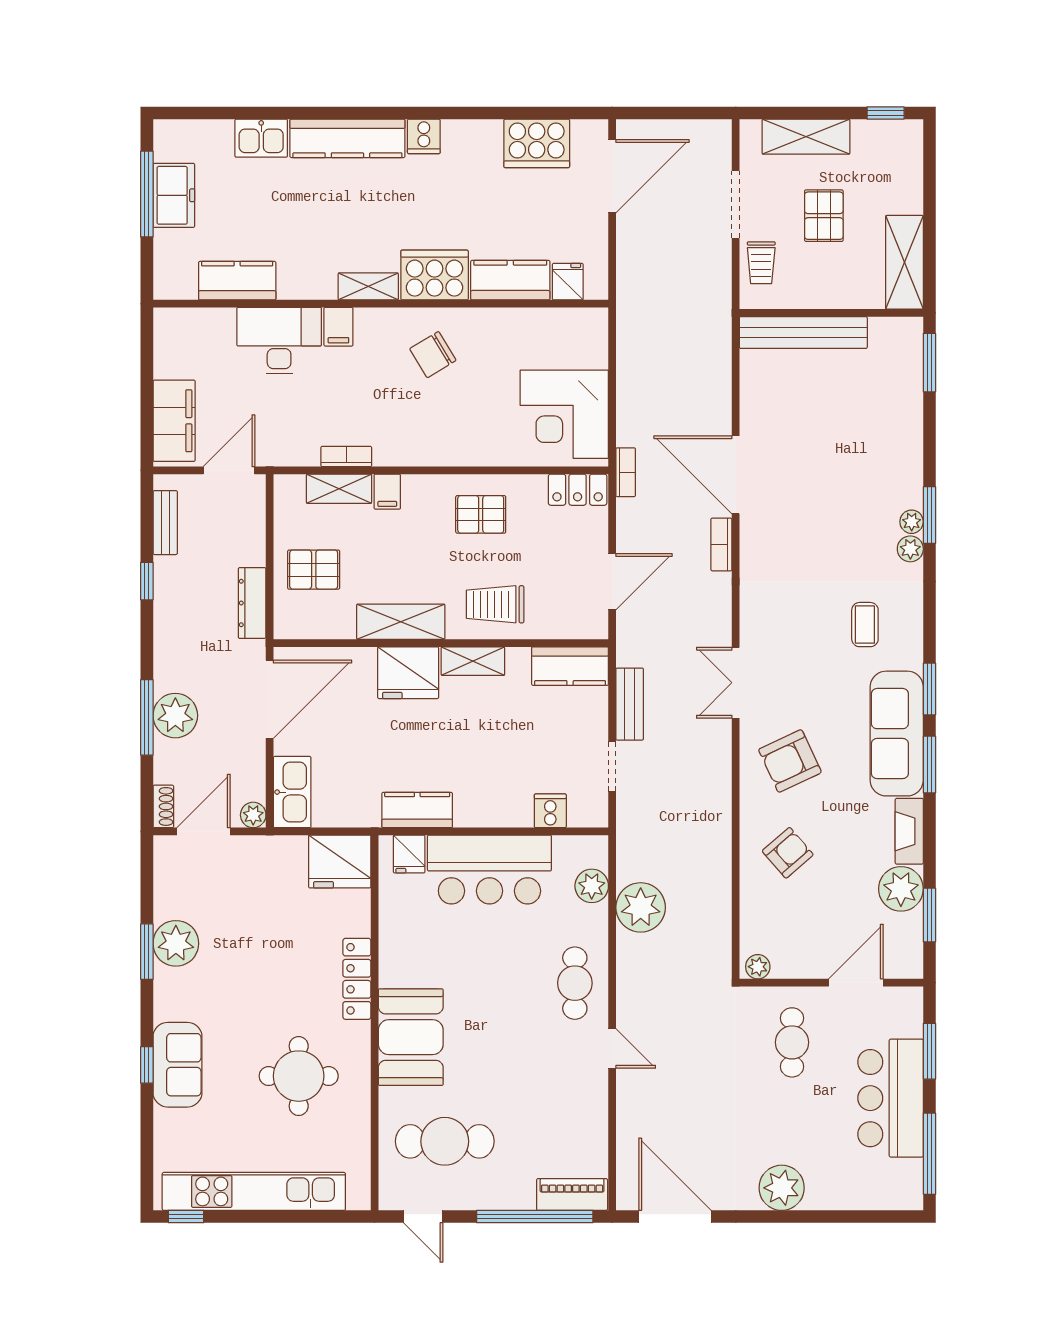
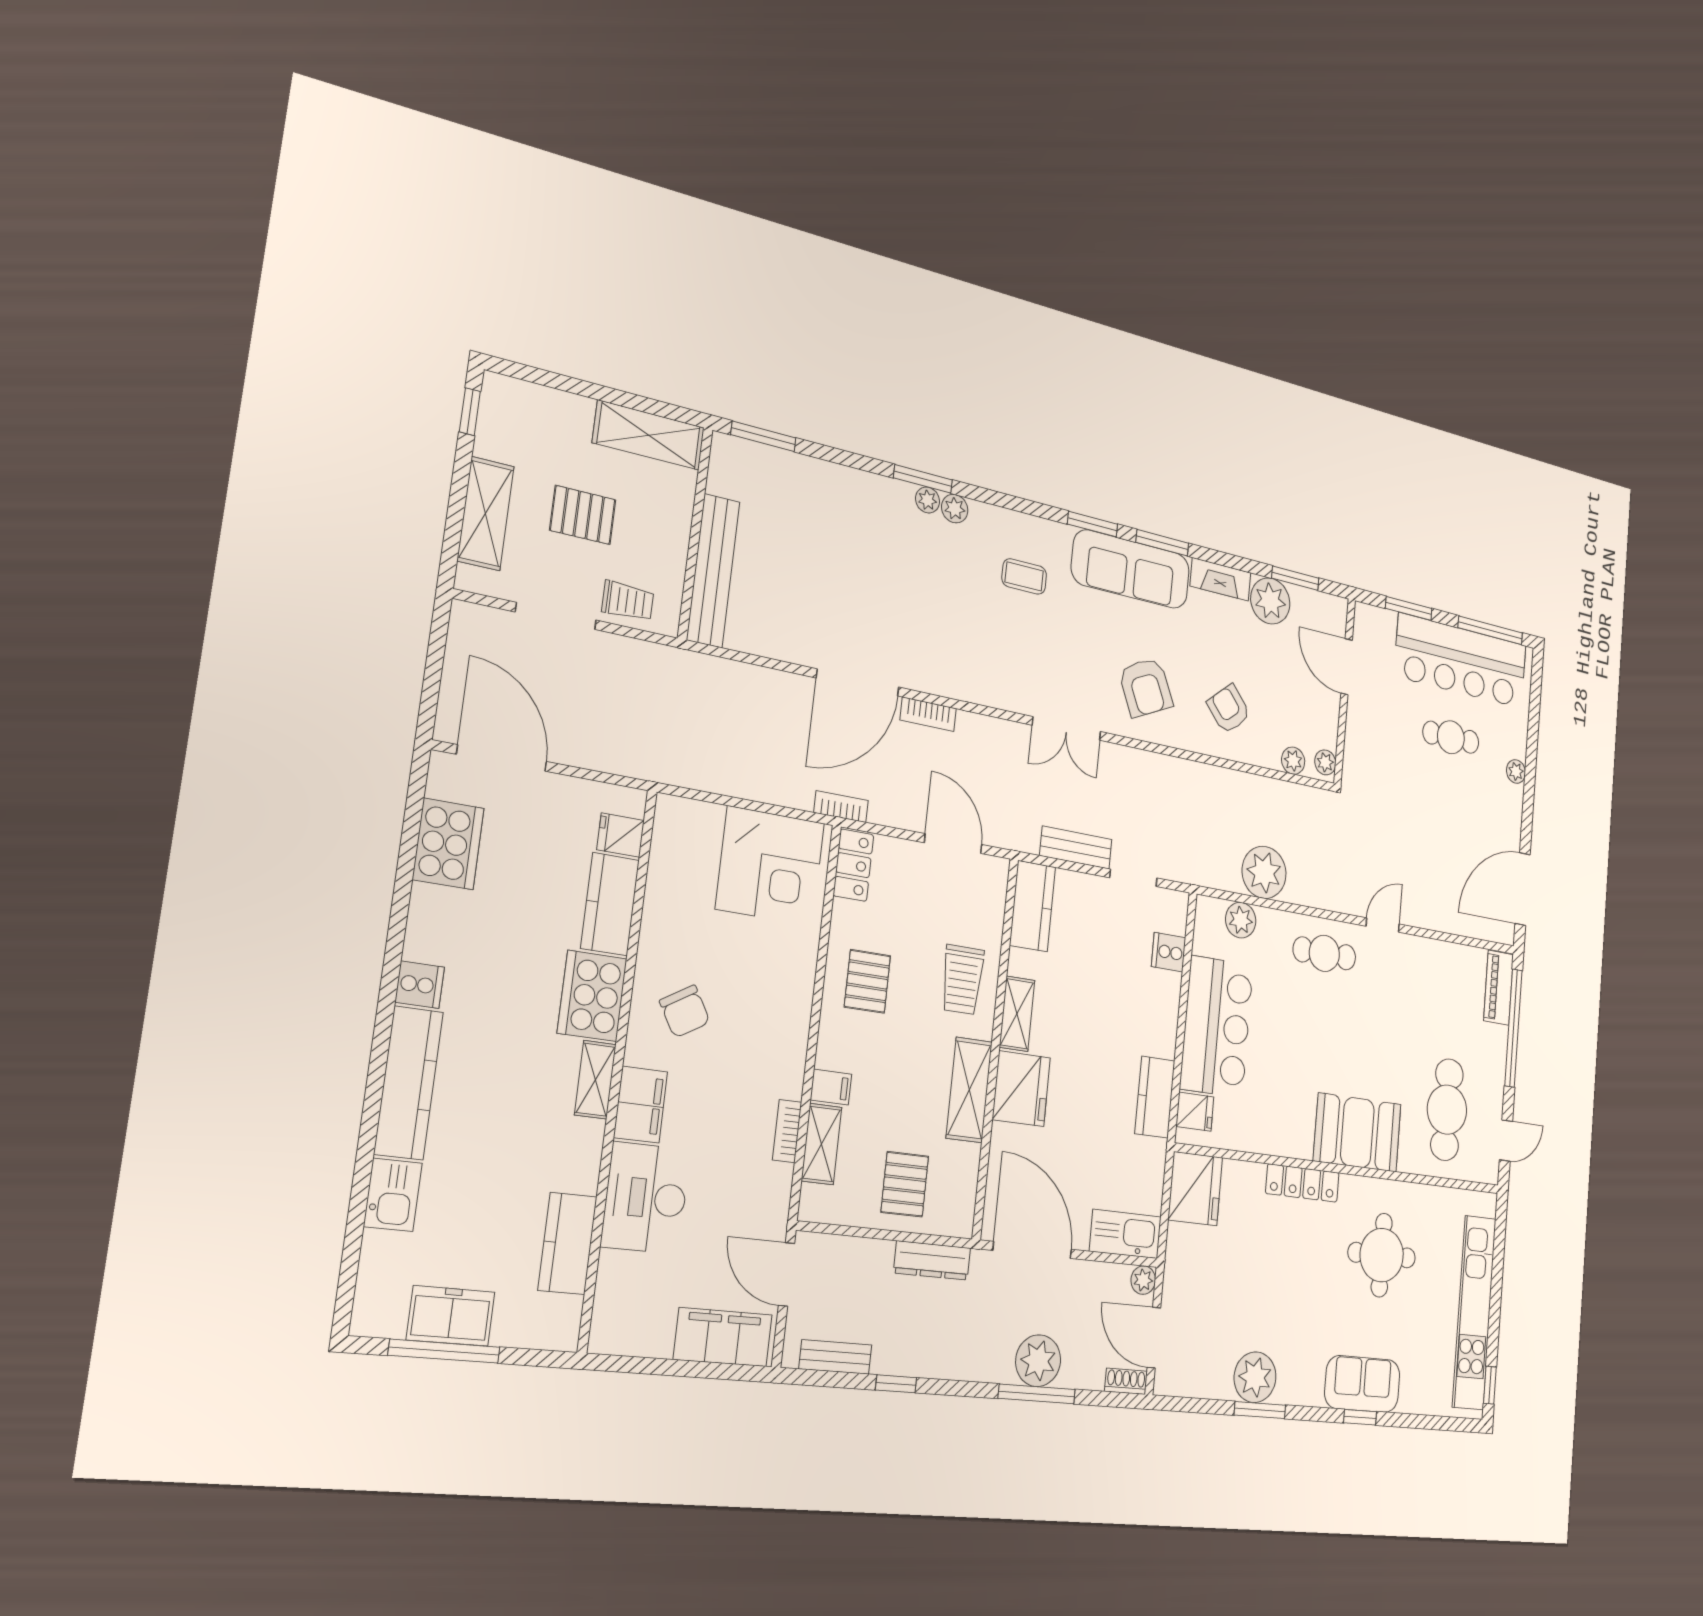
filing cabinet: (338, 327) -> (641, 1105), width x2.00
plant: (753, 930) -> (1293, 761), added
cafe table: (792, 1042) -> (1451, 737), moved
bar counter: (891, 1098) -> (1461, 661), width x1.36
plant: (782, 1188) -> (1516, 771), width x0.53, depth x0.53

